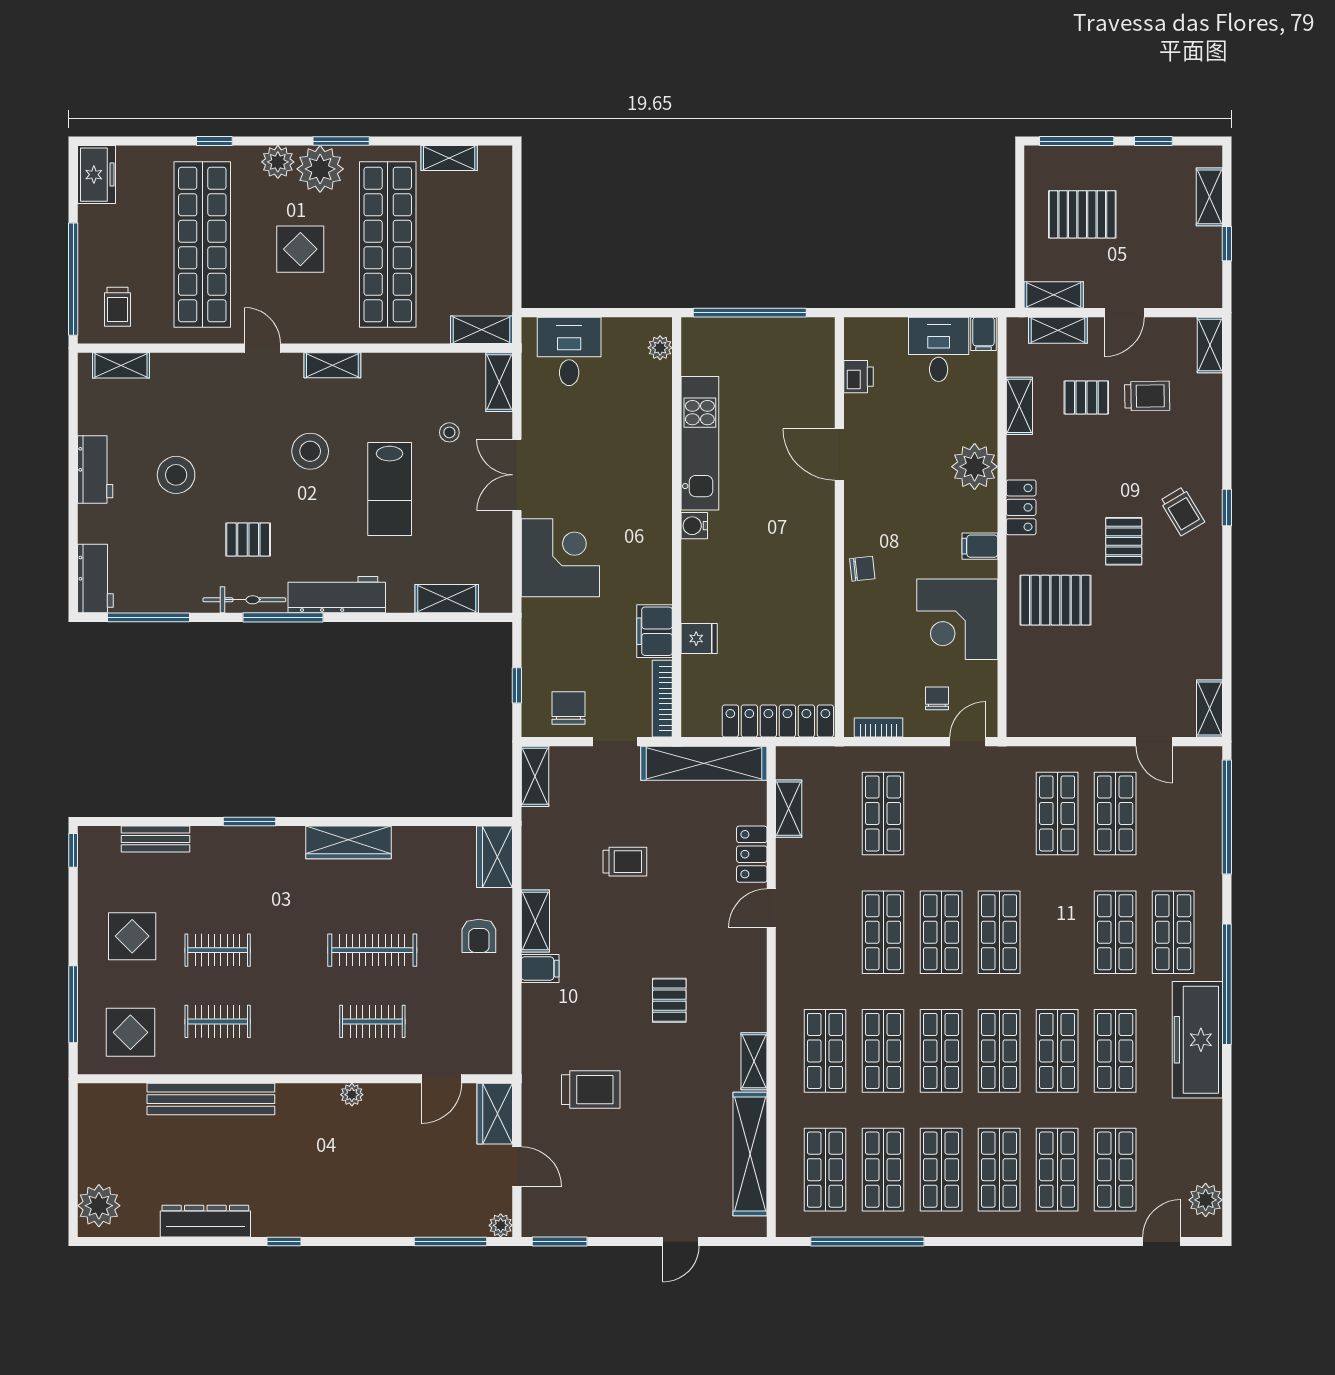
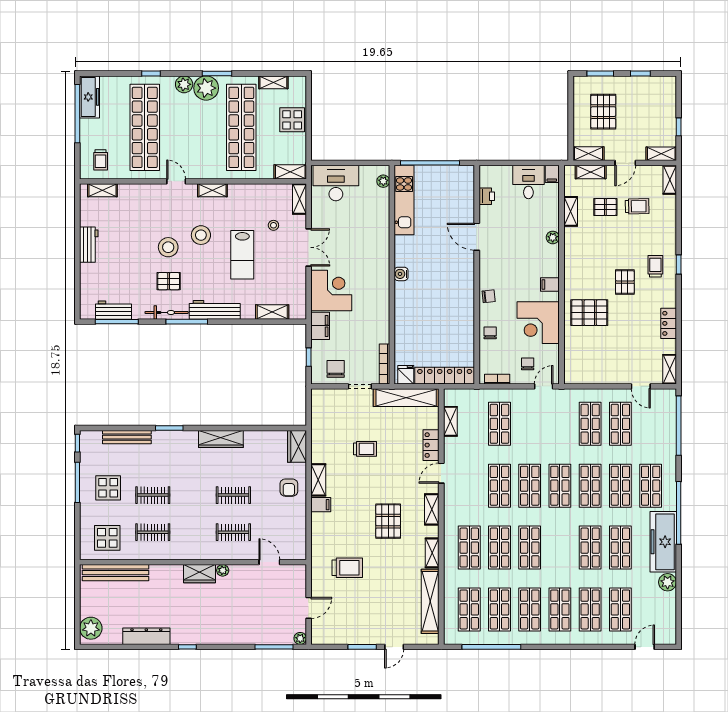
window: (1077, 141) -> (600, 73), width x0.69
freezer: (96, 175) -> (90, 97), width x1.40
shelving: (1209, 197) -> (661, 154), moved, turned 90
pallet: (1082, 214) -> (603, 112), turned 90
display table: (300, 249) -> (292, 120), moved
window: (73, 279) -> (77, 114), moved
desk: (569, 351) -> (336, 183), width x1.37
kitchen unit: (700, 443) -> (404, 200), moved
plant: (975, 467) -> (553, 237), width x0.53, depth x0.53
stool: (176, 475) -> (168, 247), moved
double door: (517, 475) -> (309, 247), swing flipped
locker: (1021, 507) -> (669, 323), moved, turned 180
trolley: (1182, 511) -> (655, 266), turned -149
workbench: (95, 578) -> (113, 310), moved, turned -90
filing cabinet: (655, 631) -> (320, 326), moved, turned 180
fridge: (699, 639) -> (406, 375), moved, turned -90
chair: (865, 639) -> (490, 333), added
shelving: (535, 776) -> (432, 509), moved
bench: (155, 839) -> (127, 437), width x1.36
clothes rail: (372, 950) -> (233, 495), width x0.73
pallet: (669, 1000) -> (388, 521), width x1.50, depth x1.42
window: (73, 1004) -> (77, 482), moved
shop shelf: (999, 1051) -> (590, 486), moved
door: (441, 1079) -> (269, 562), swing flipped
bench: (211, 1099) -> (116, 573), moved
wardrobe: (495, 1114) -> (200, 574), moved, turned -90
door: (517, 1167) -> (309, 608), hinge flipped
plant: (1206, 1200) -> (668, 582), moved
window: (560, 1242) -> (362, 647), moved

